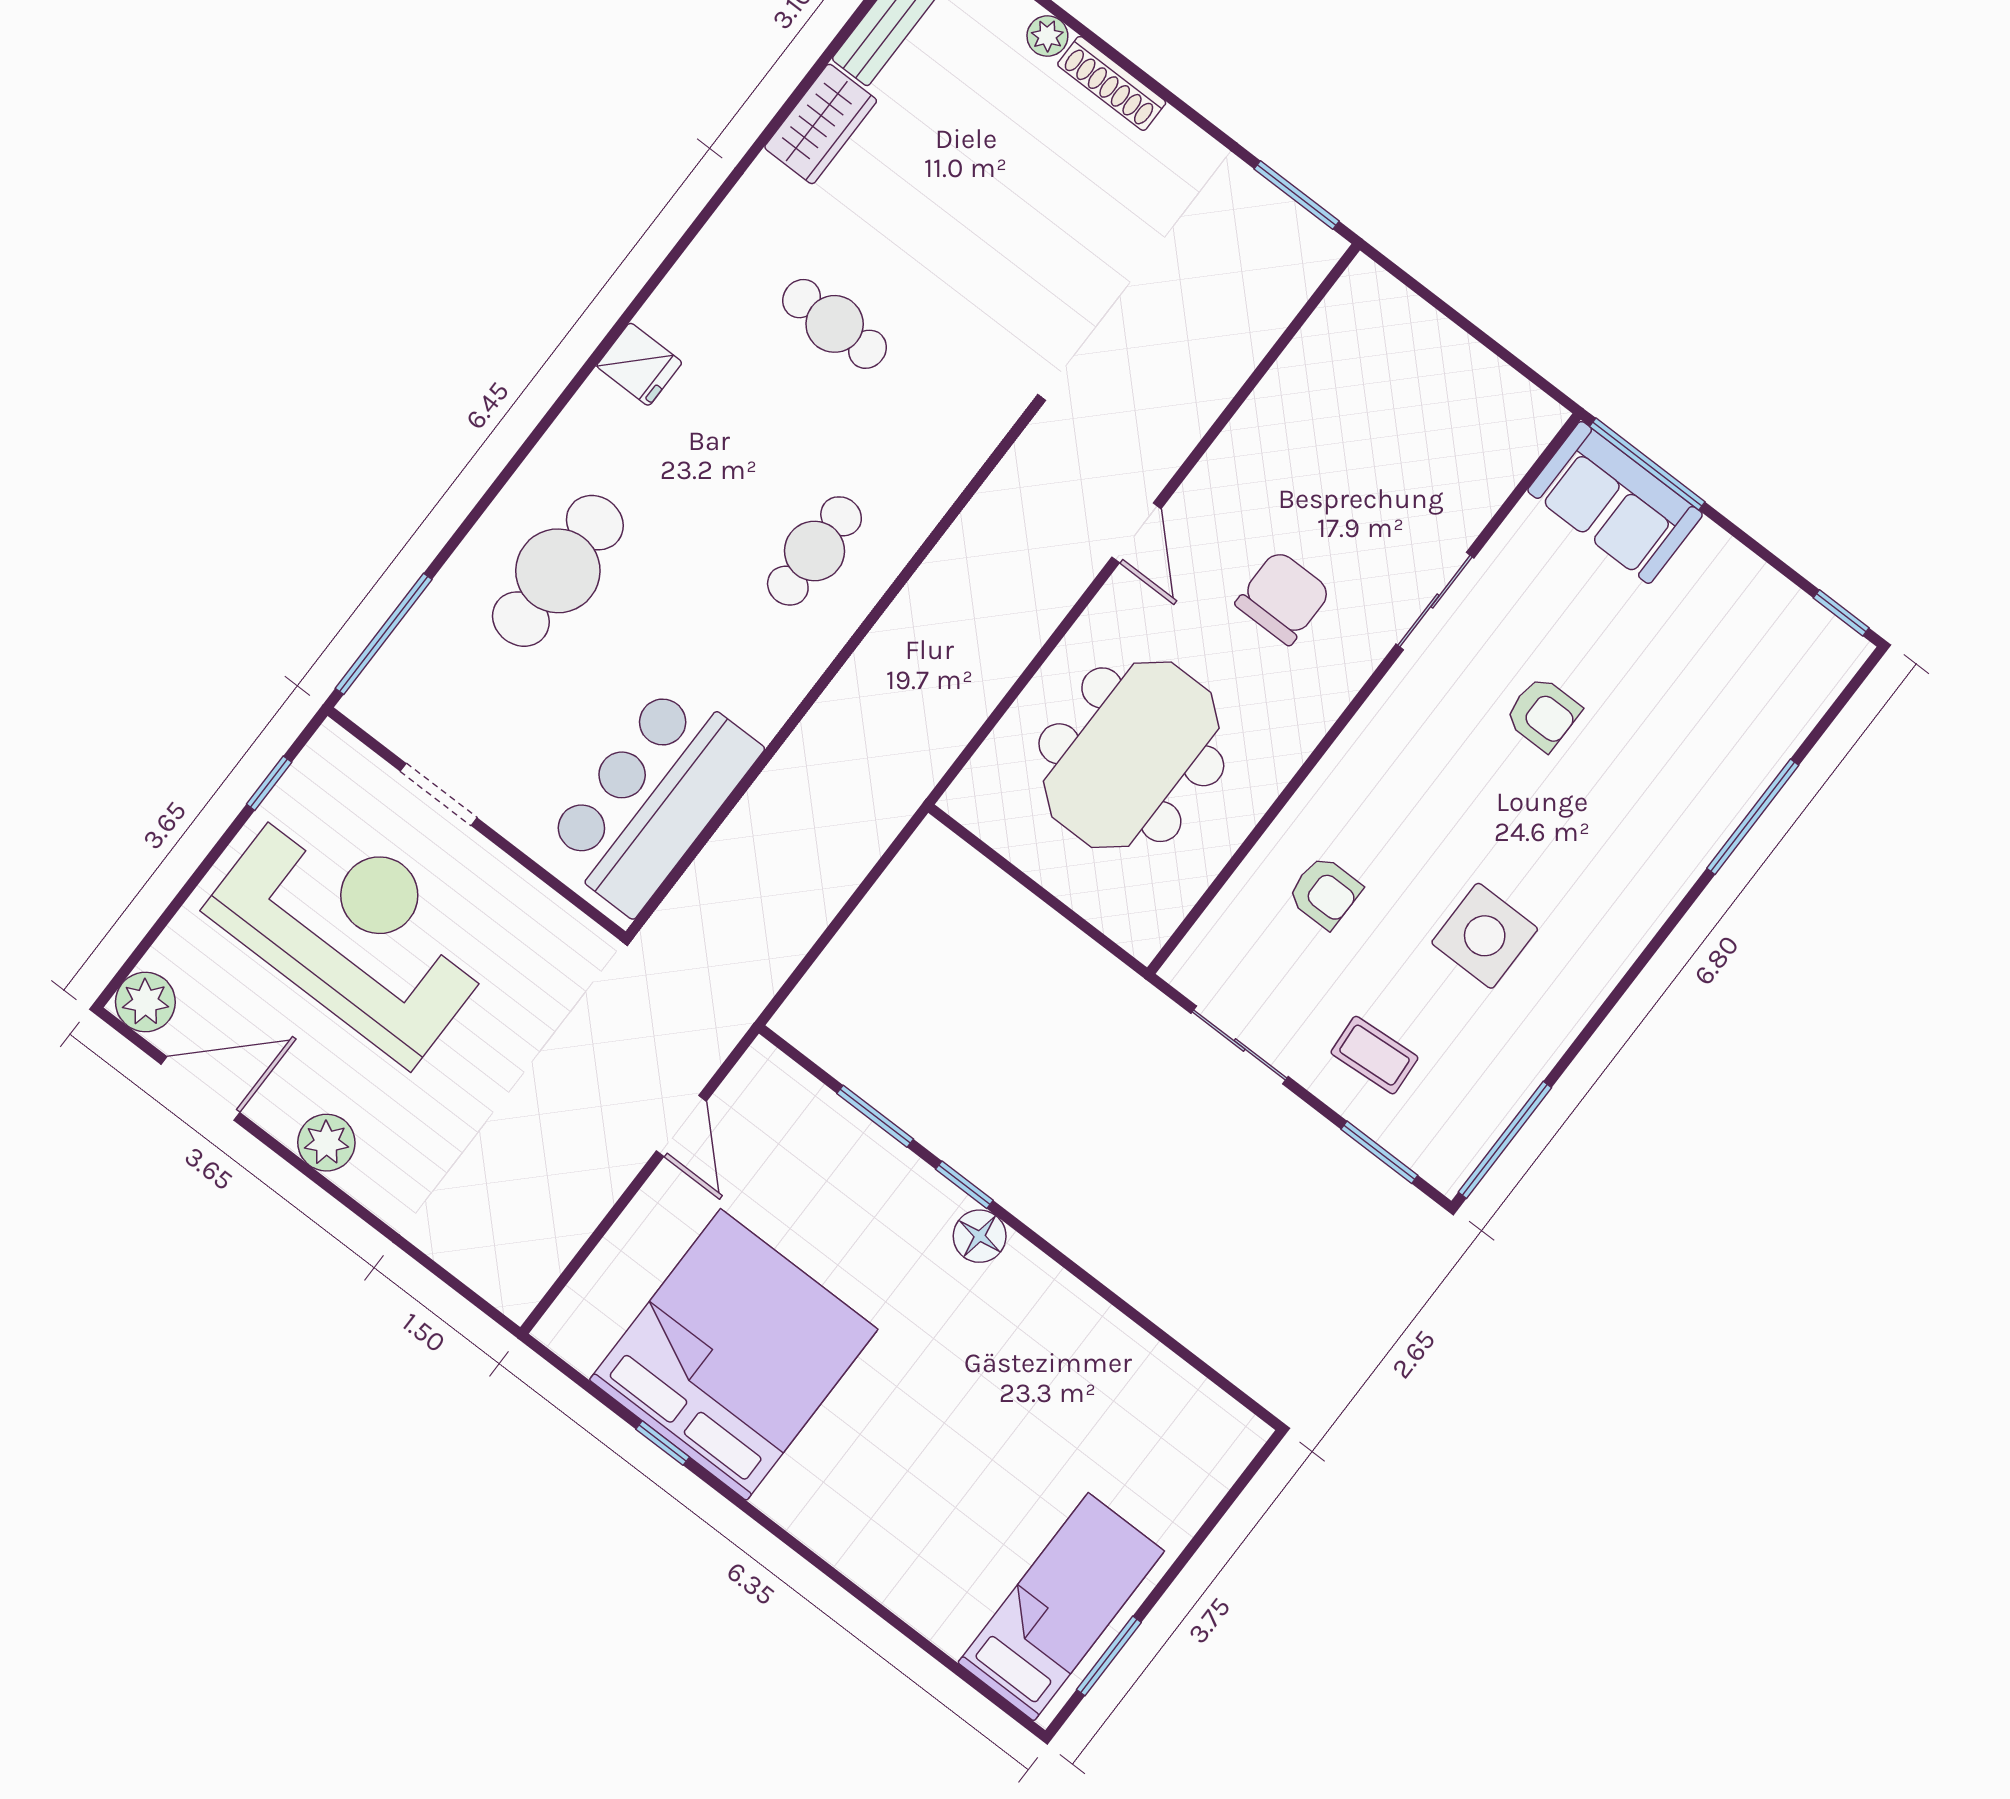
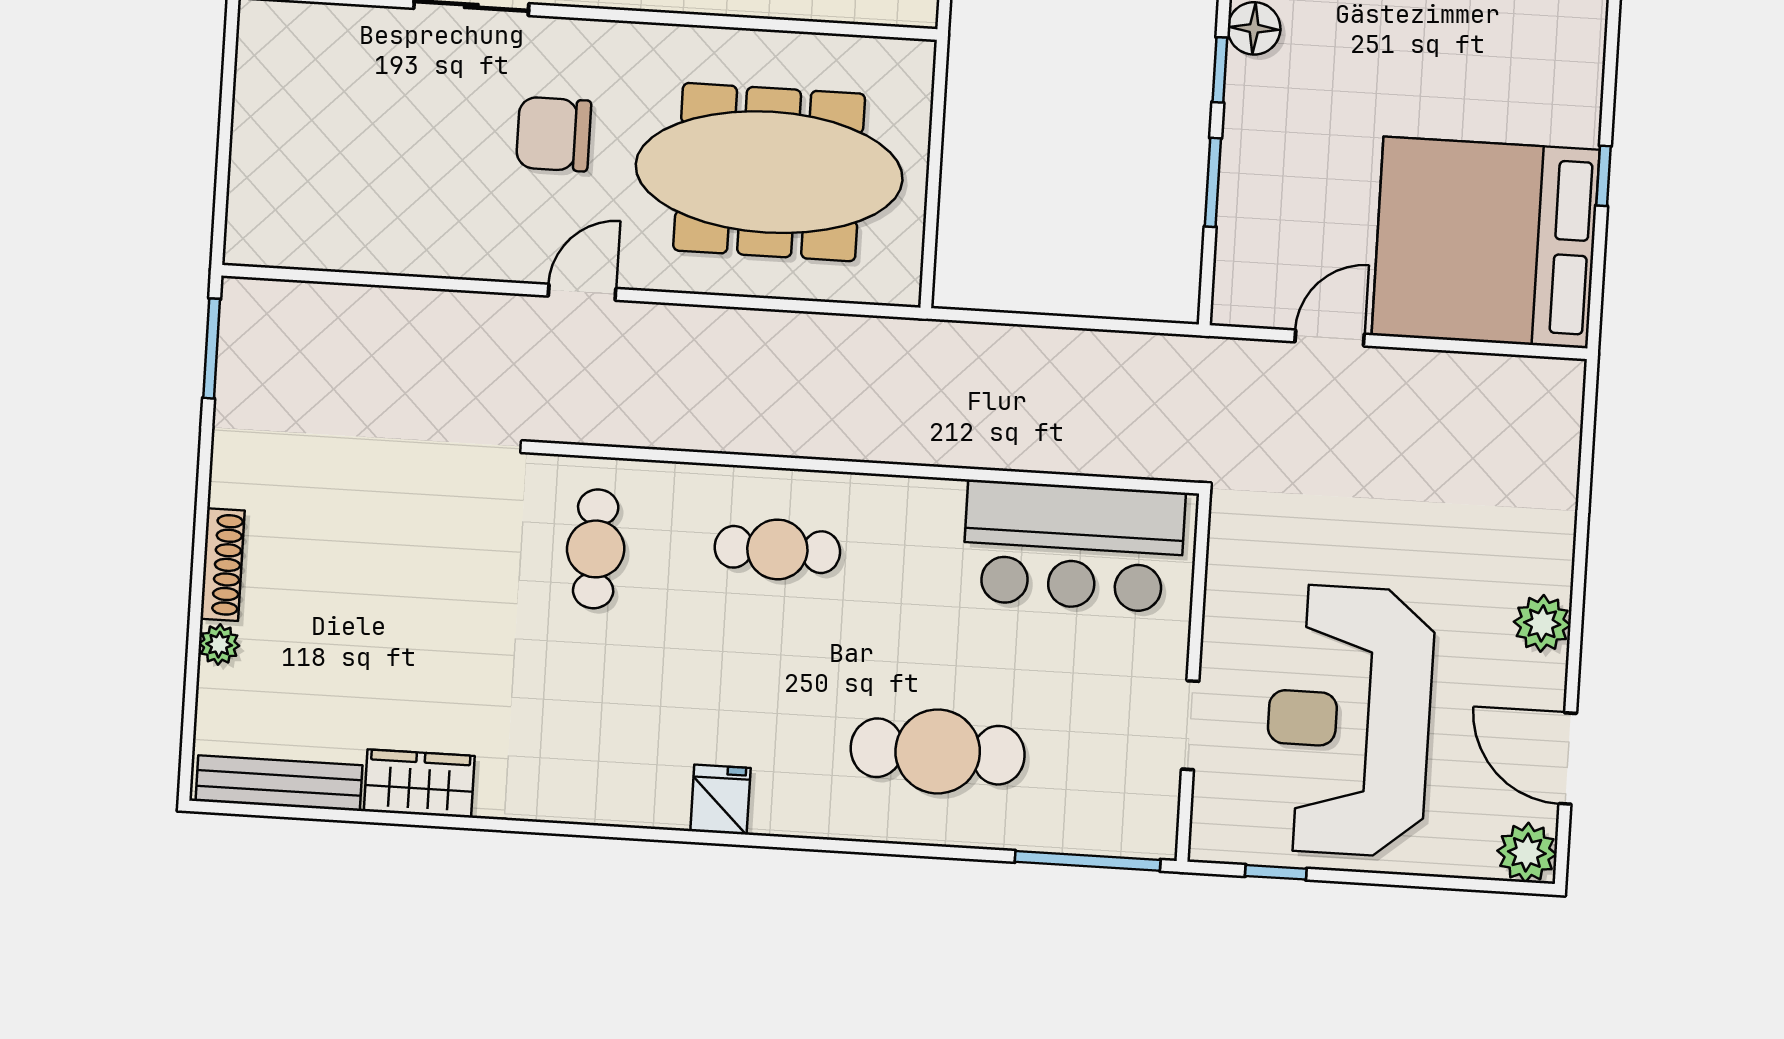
cafe table: (835, 324) -> (596, 549), moved
meeting table: (1131, 755) -> (769, 172), width x1.36
bed: (734, 1355) -> (1486, 242), moved

